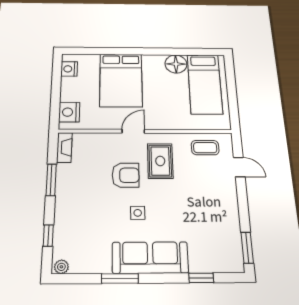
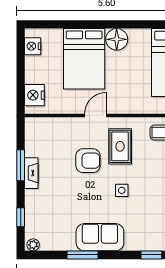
floor lamp: (176, 64) -> (117, 39), moved
fireplace: (64, 147) -> (31, 173), moved
side table: (138, 213) -> (122, 190), moved
sofa: (150, 258) -> (100, 237), width x0.73

